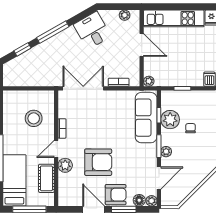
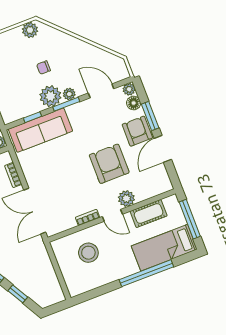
plant: (170, 120) -> (50, 96), moved
chair: (191, 128) -> (44, 68), moved

